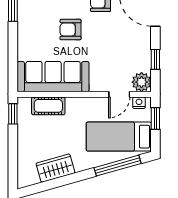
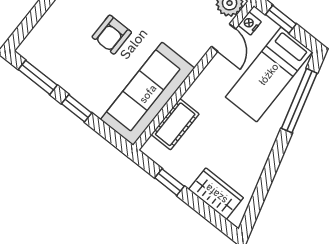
window: (13, 43) -> (77, 108), added
window: (13, 114) -> (169, 182), moved
wardrobe: (55, 168) -> (216, 194), moved, turned 106

